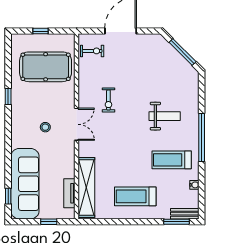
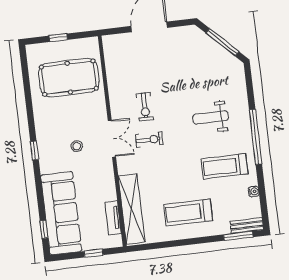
exercise bike: (92, 51) -> (149, 140), moved
window: (8, 97) -> (34, 150), moved
weight bench: (165, 116) -> (211, 117), turned 180

